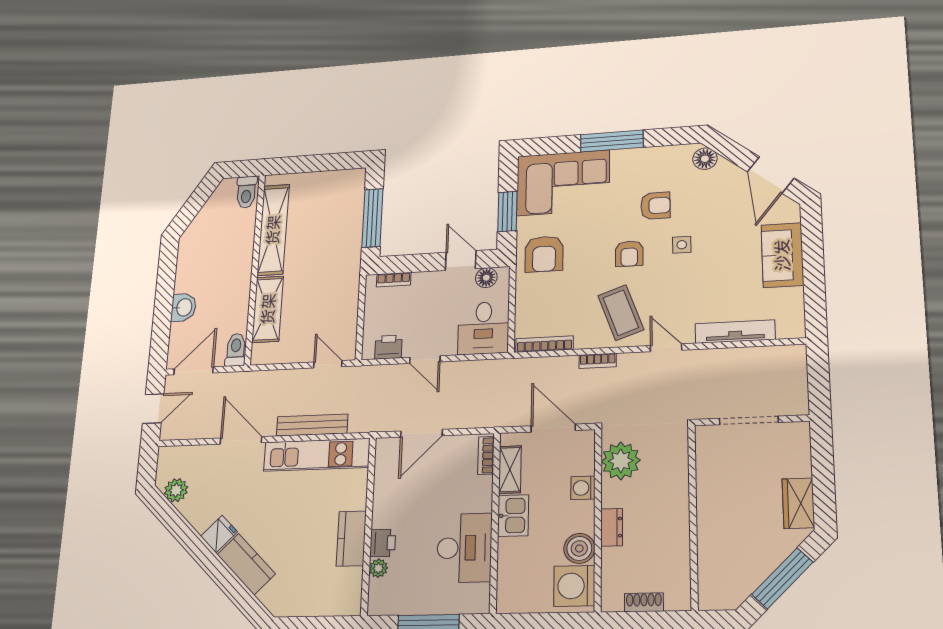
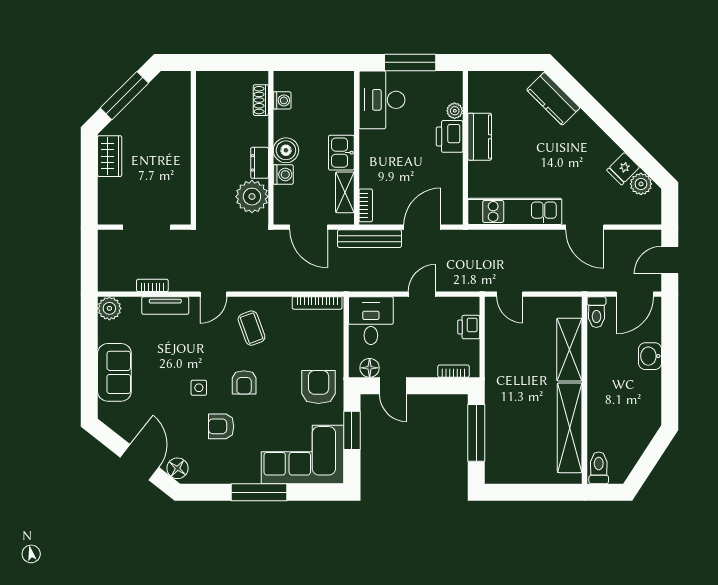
door: (771, 175) -> (139, 462), moved
armchair: (629, 254) -> (244, 382), turned 180
coffee table: (621, 313) -> (251, 328), width x0.73, depth x0.77
plant: (791, 326) -> (109, 308), added
tv unit: (735, 332) -> (165, 306), width x0.71
printer: (388, 347) -> (469, 327), moved, turned 90
door: (666, 348) -> (213, 294), hinge flipped
door: (425, 360) -> (422, 294), hinge flipped
bookcase: (598, 361) -> (152, 285), moved
bench: (312, 425) -> (370, 239), moved
dresser: (612, 527) -> (260, 163), moved
fridge: (219, 534) -> (623, 169), moved
printer: (383, 543) -> (450, 136), width x1.36, depth x1.24
desk: (464, 548) -> (382, 100), moved
boiler: (579, 548) -> (286, 150), moved
kitchen counter: (246, 564) -> (553, 99), moved
washing machine: (574, 586) -> (282, 100), width x0.53, depth x0.53
shoe rack: (644, 602) -> (261, 100), moved, turned 90

